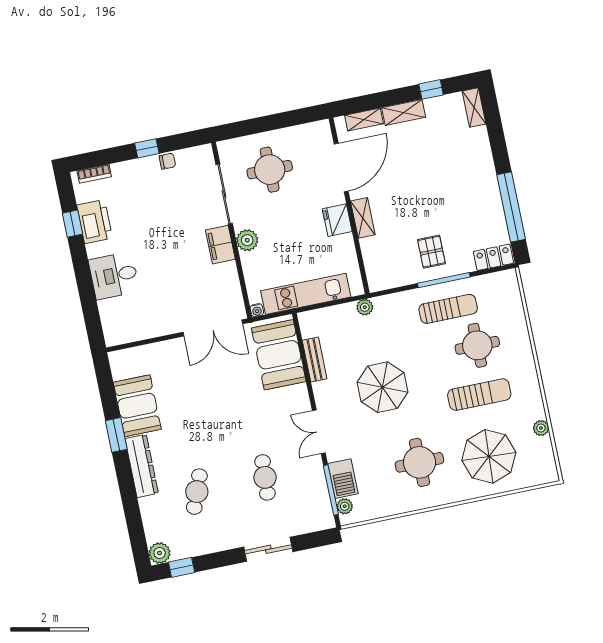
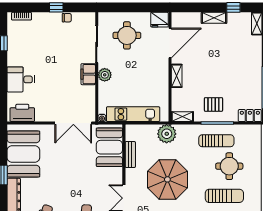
shelving: (364, 120) -> (182, 117), moved
fridge: (337, 220) -> (159, 20), moved, turned -90
printer: (95, 222) -> (22, 113), moved, turned -90
pallet: (431, 252) -> (213, 104), turned 90
plant: (365, 307) -> (167, 134), width x1.88, depth x1.88
parasol: (383, 387) -> (167, 179), width x1.36, depth x1.36
booth: (137, 406) -> (23, 154), width x1.36, depth x1.42

